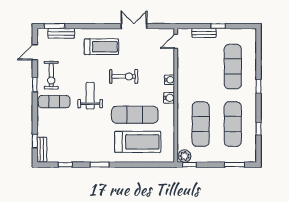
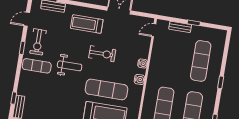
treadmill: (101, 47) -> (87, 24), turned 180
weight bench: (90, 96) -> (70, 66), turned 90

